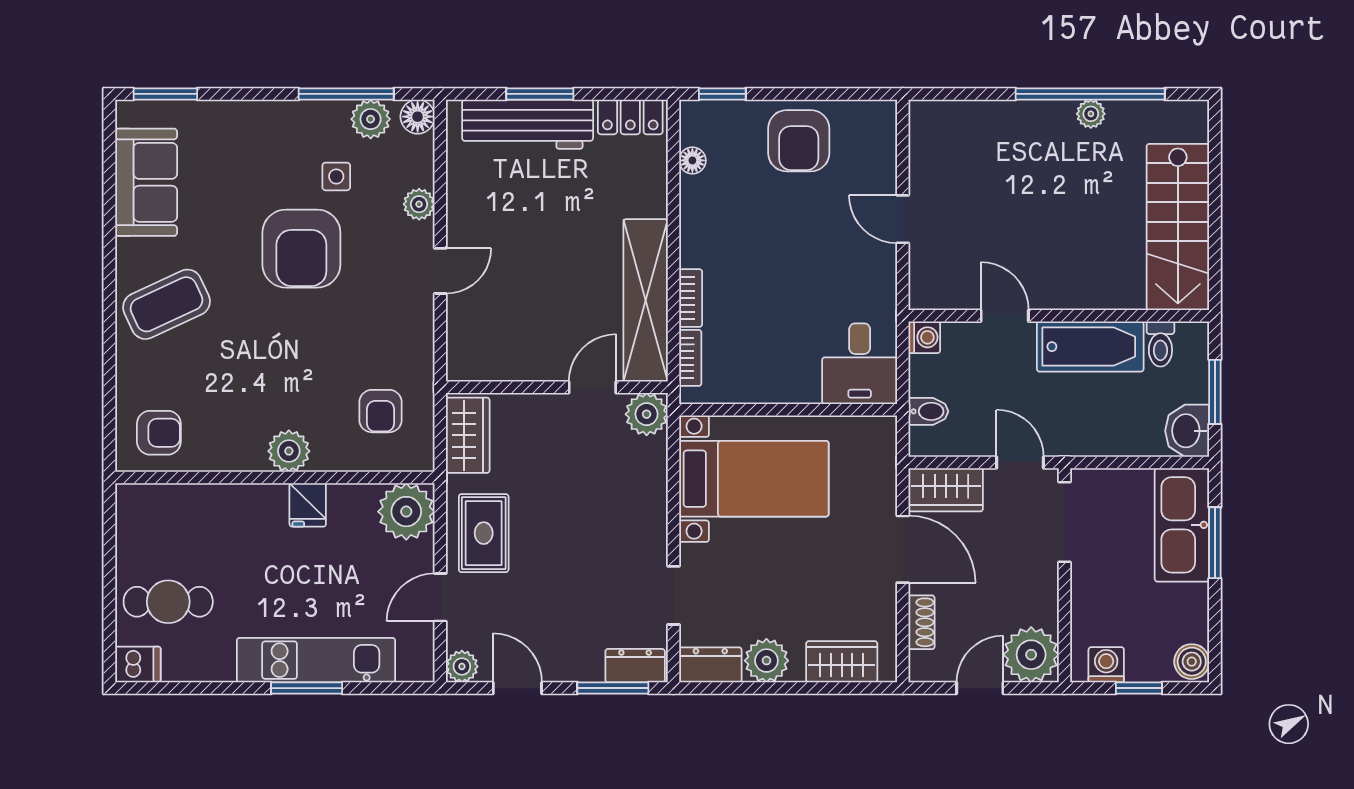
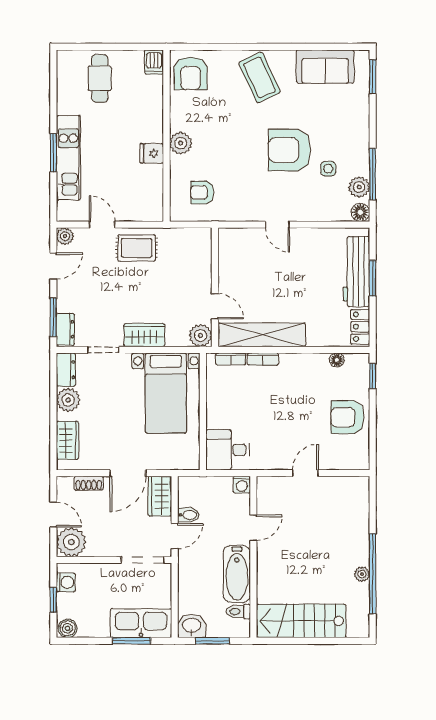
plant: (419, 204) -> (313, 213), removed
bidet: (928, 411) -> (188, 515), moved, turned -90
armchair: (159, 433) -> (191, 73), width x1.38, depth x1.38
wardrobe: (468, 435) -> (144, 335), moved, turned 180
plant: (406, 512) -> (148, 206), removed
dishwasher: (138, 664) -> (154, 62), moved

